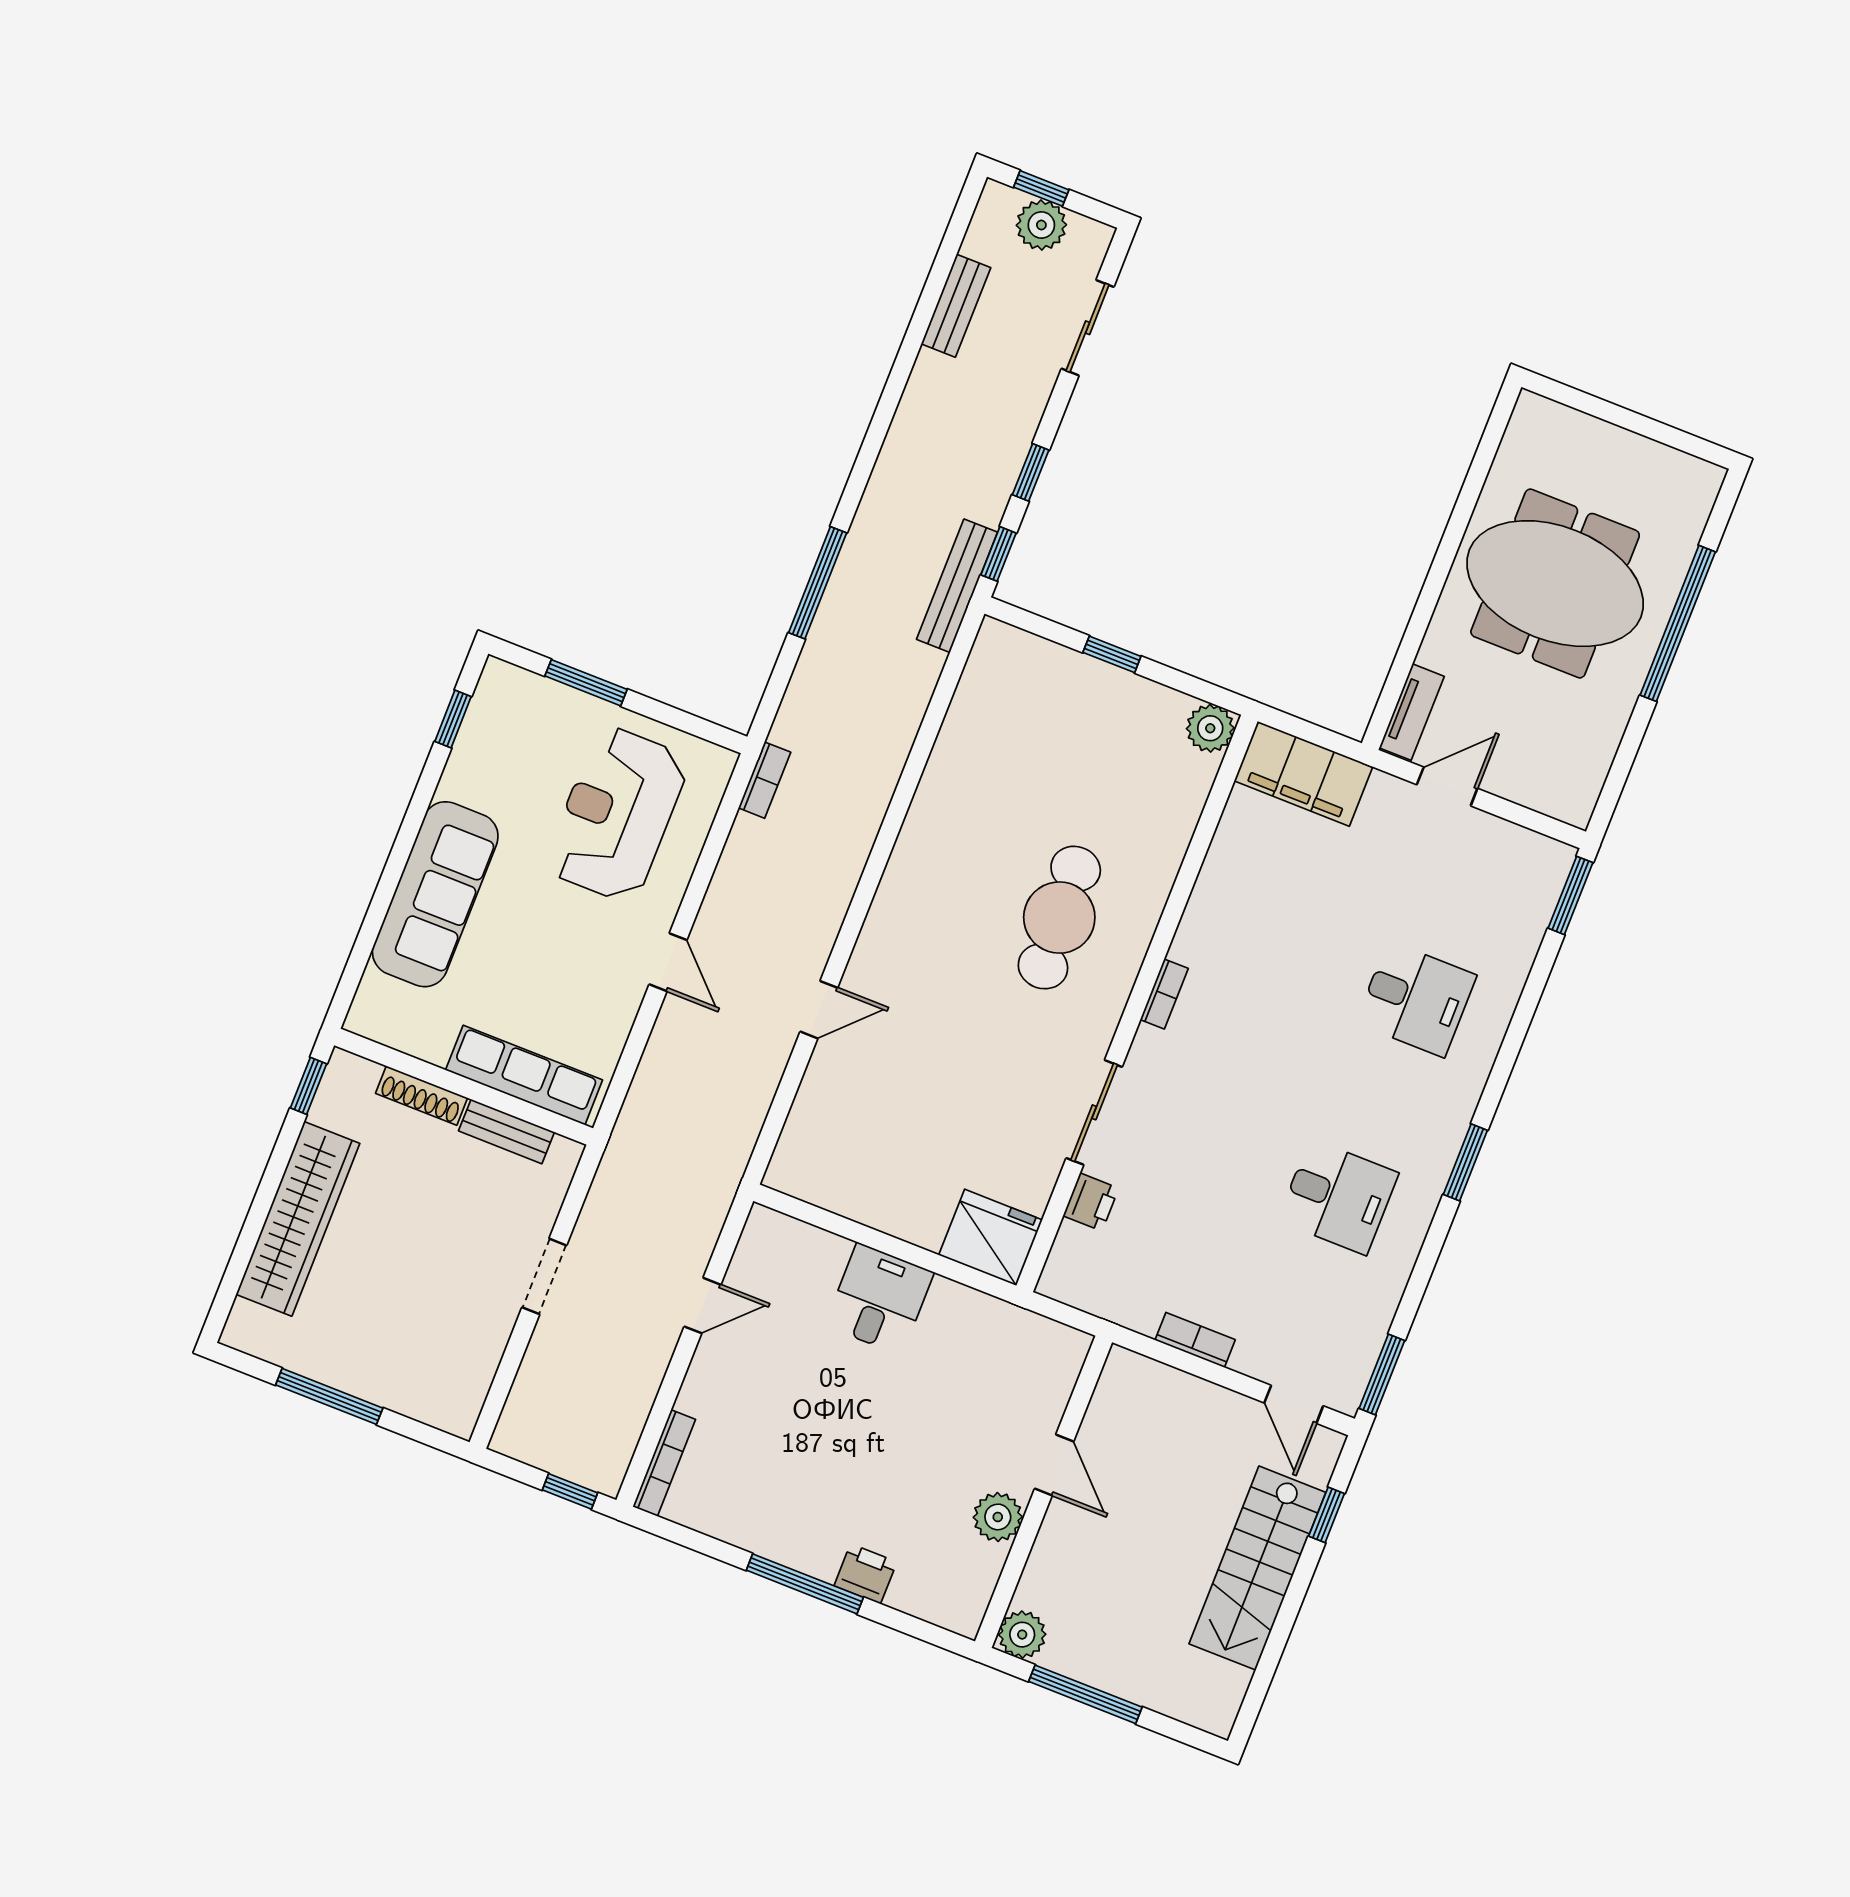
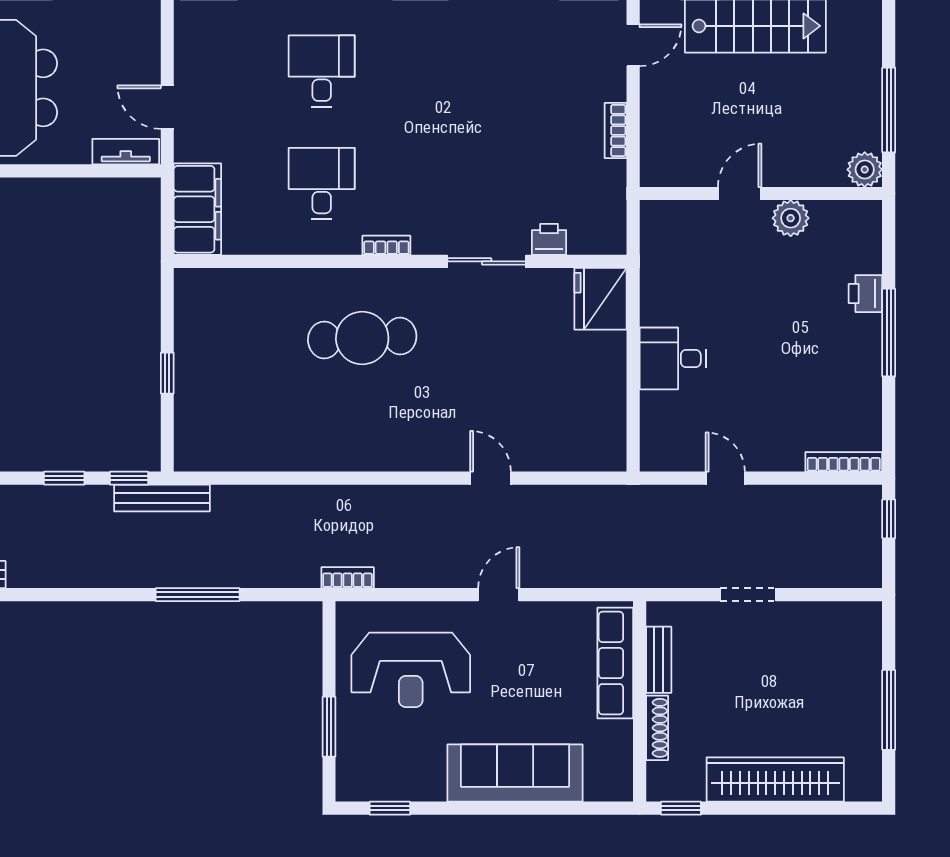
plant: (1210, 728) -> (191, 286), removed
desk: (1338, 1197) -> (322, 183), moved

